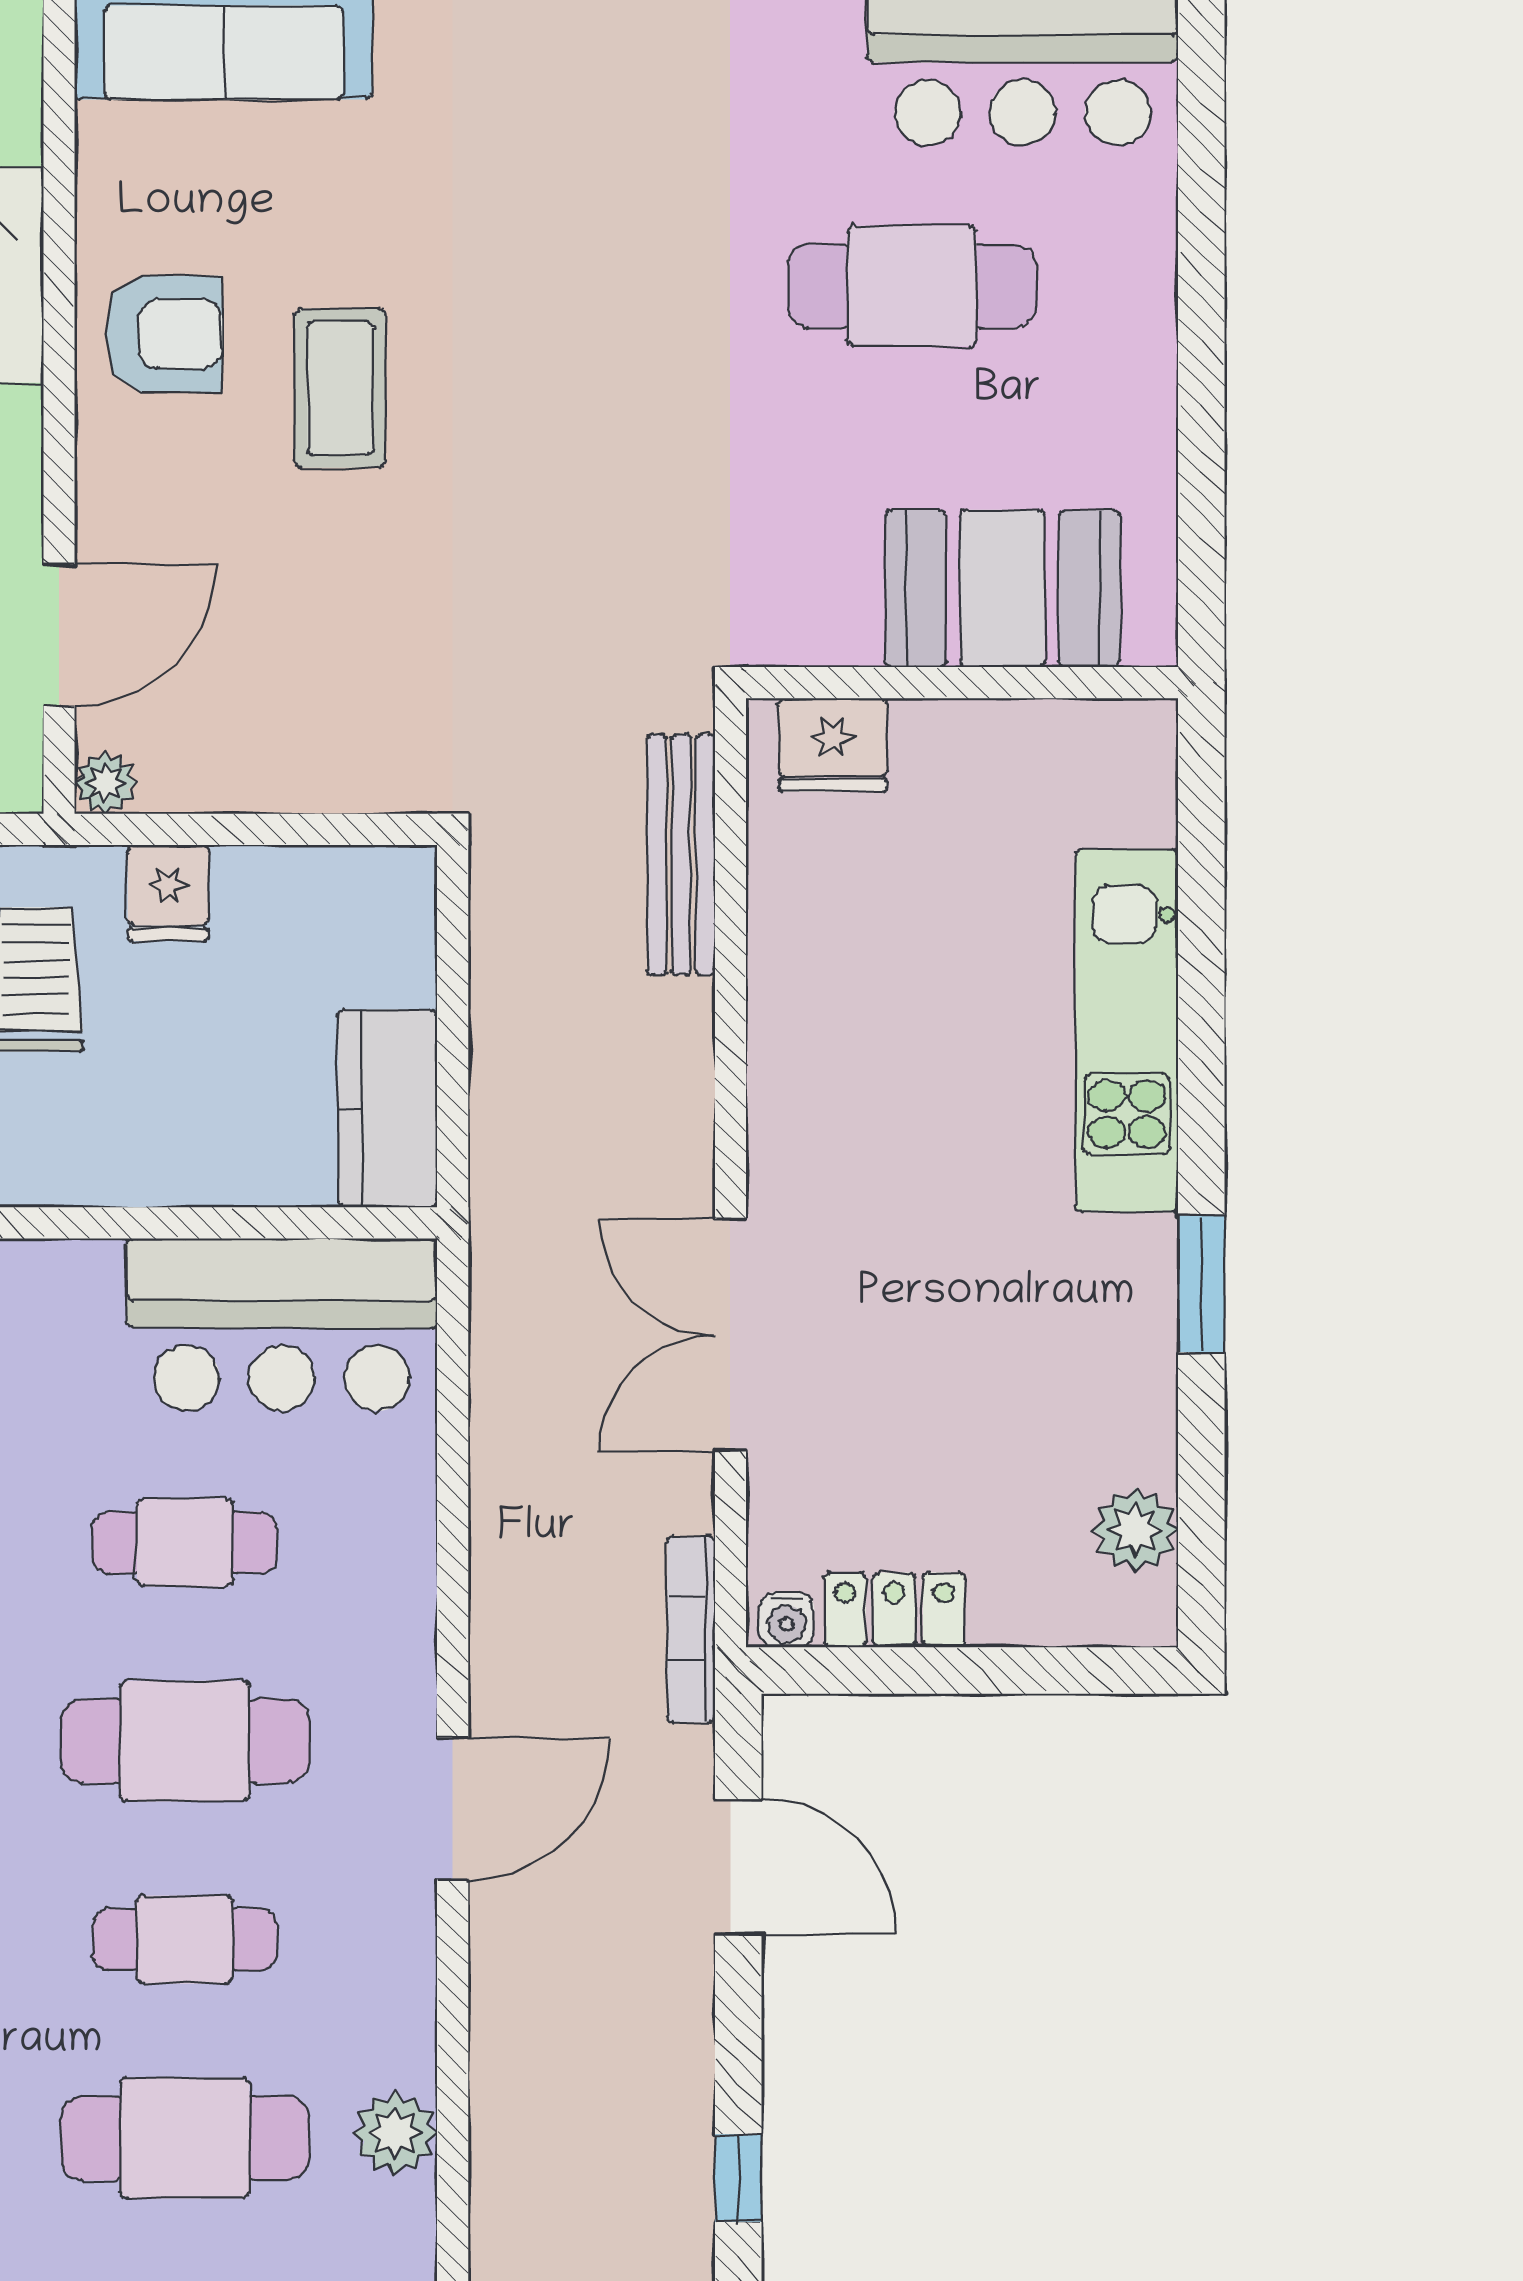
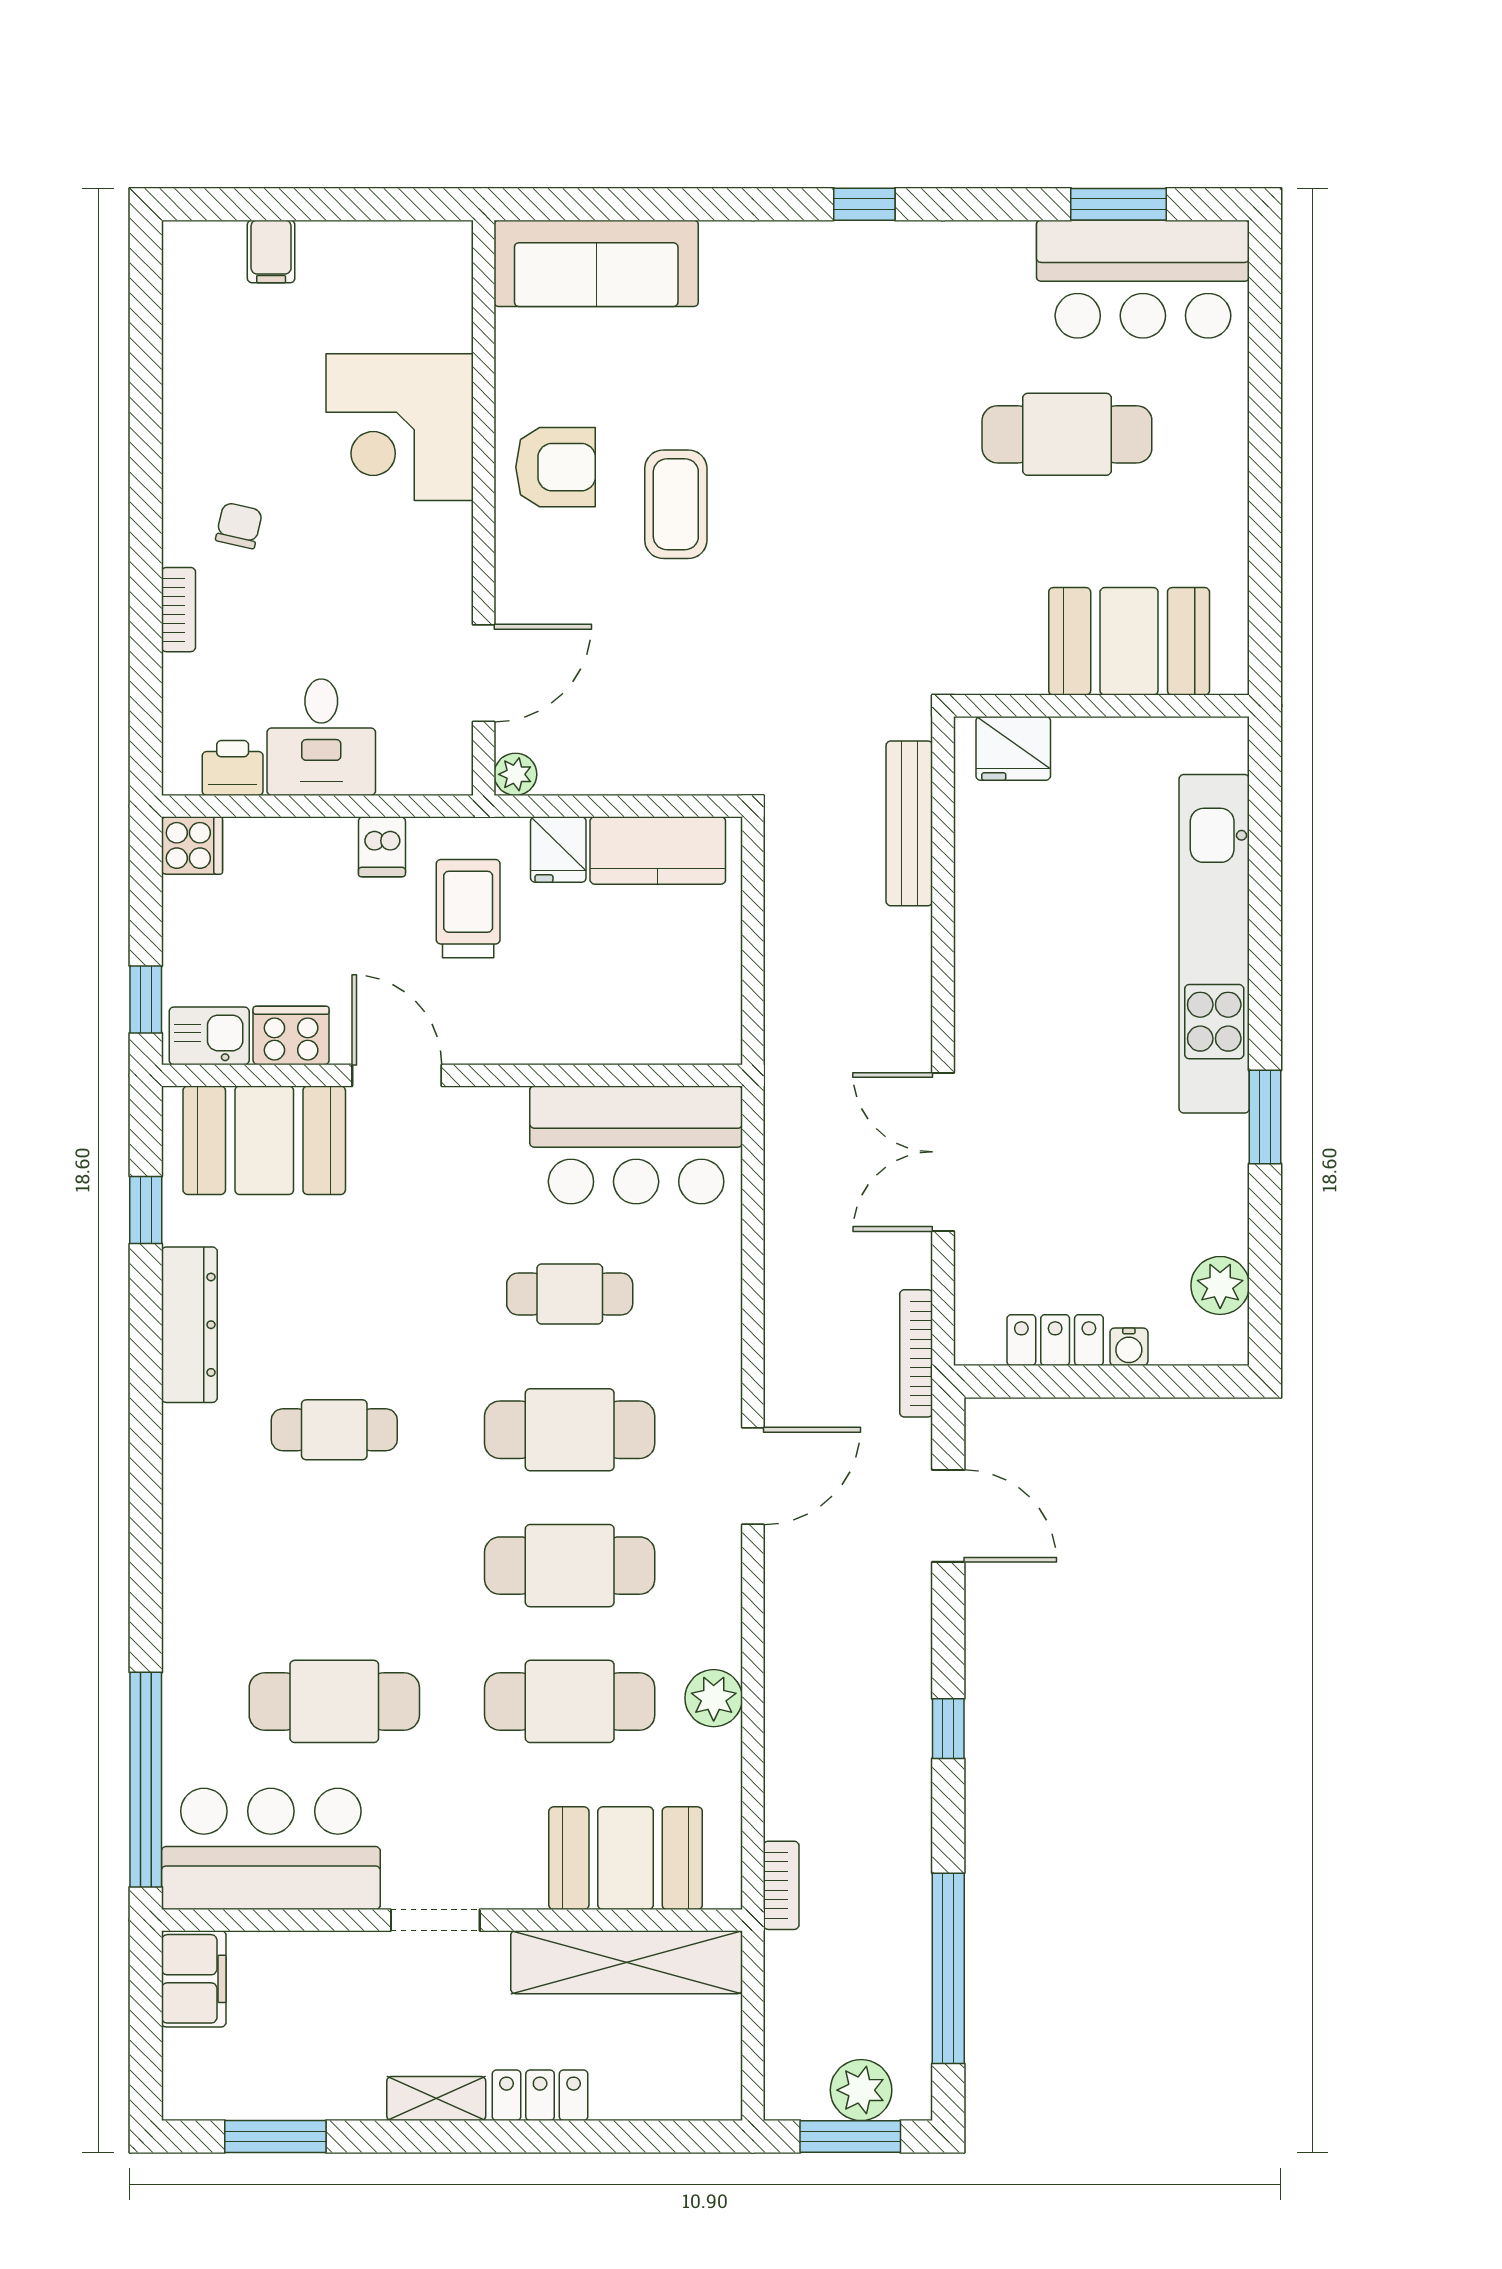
kitchen unit: (1127, 1031) -> (1214, 944), width x1.36
kitchen counter: (388, 1109) -> (658, 850), moved, turned -90
water cooler: (787, 1620) -> (1129, 1347), moved
cafe table: (185, 1940) -> (570, 1566), width x1.37, depth x1.35

